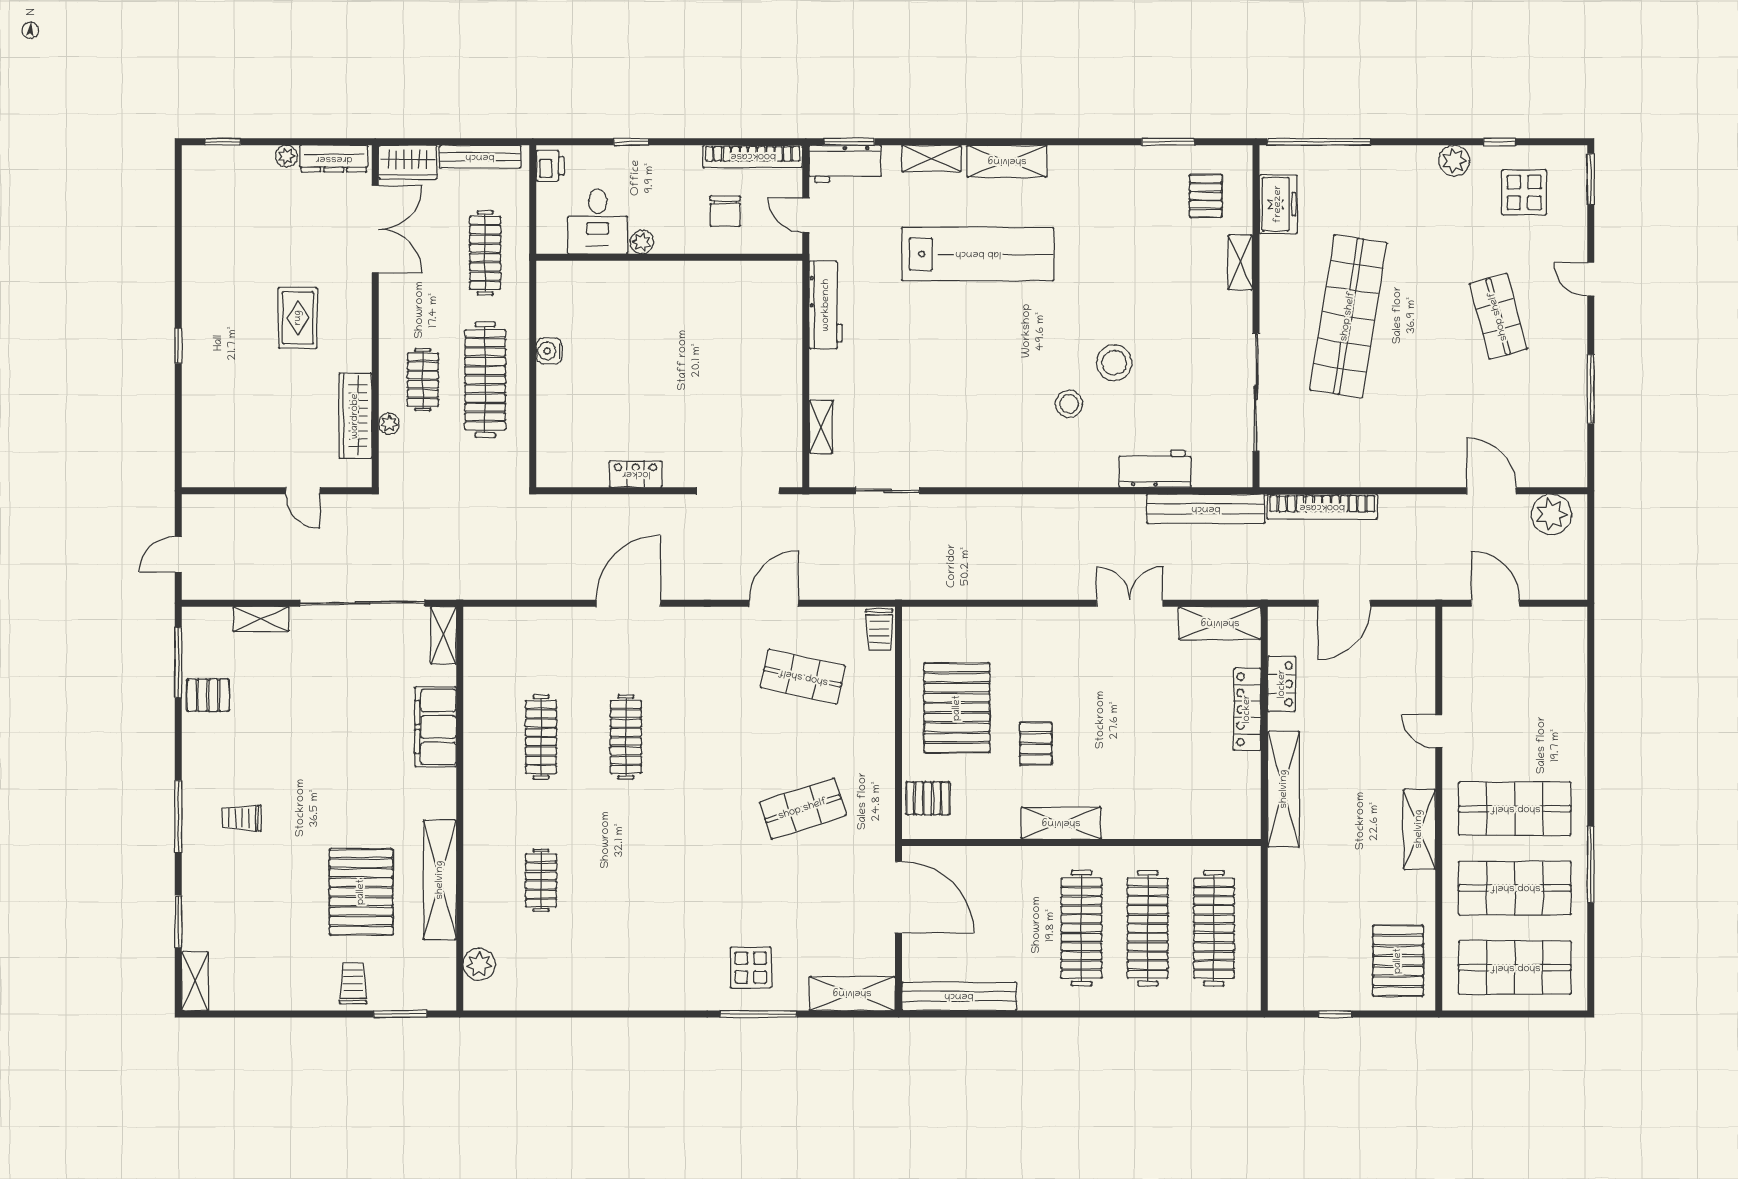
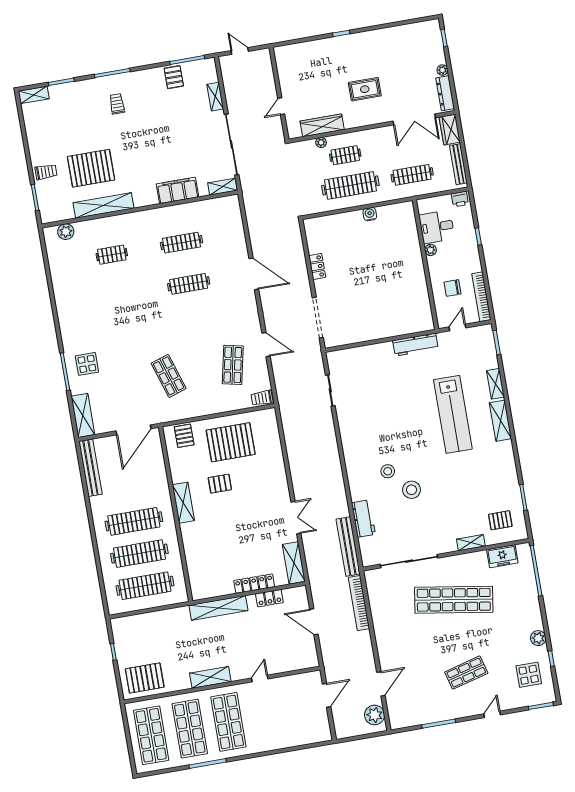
workbench: (845, 164) -> (486, 342), removed
shelving: (821, 427) -> (356, 353), removed

